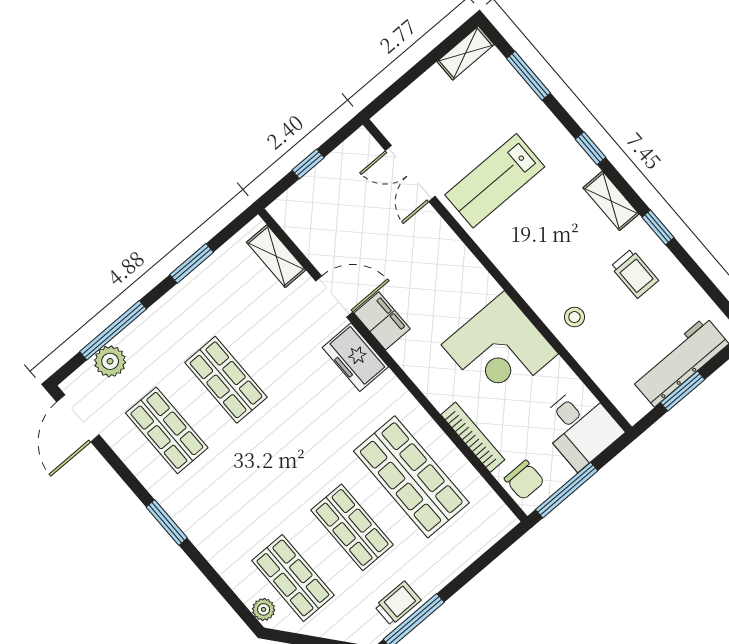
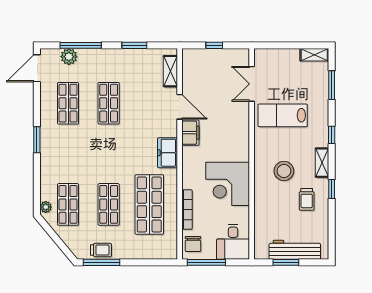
stool: (574, 317) -> (284, 171), moved, width x1.89, depth x1.89
freezer: (355, 357) -> (168, 153), moved

